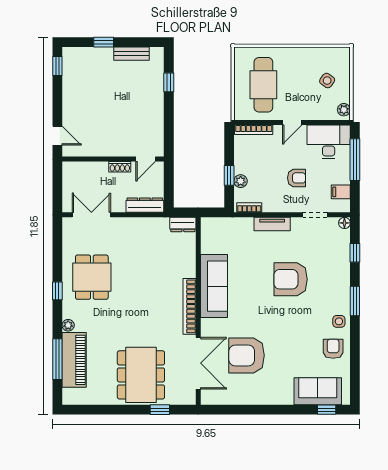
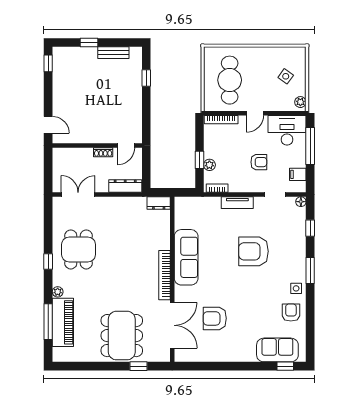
armchair: (247, 355) -> (215, 318), width x0.73, depth x0.73

